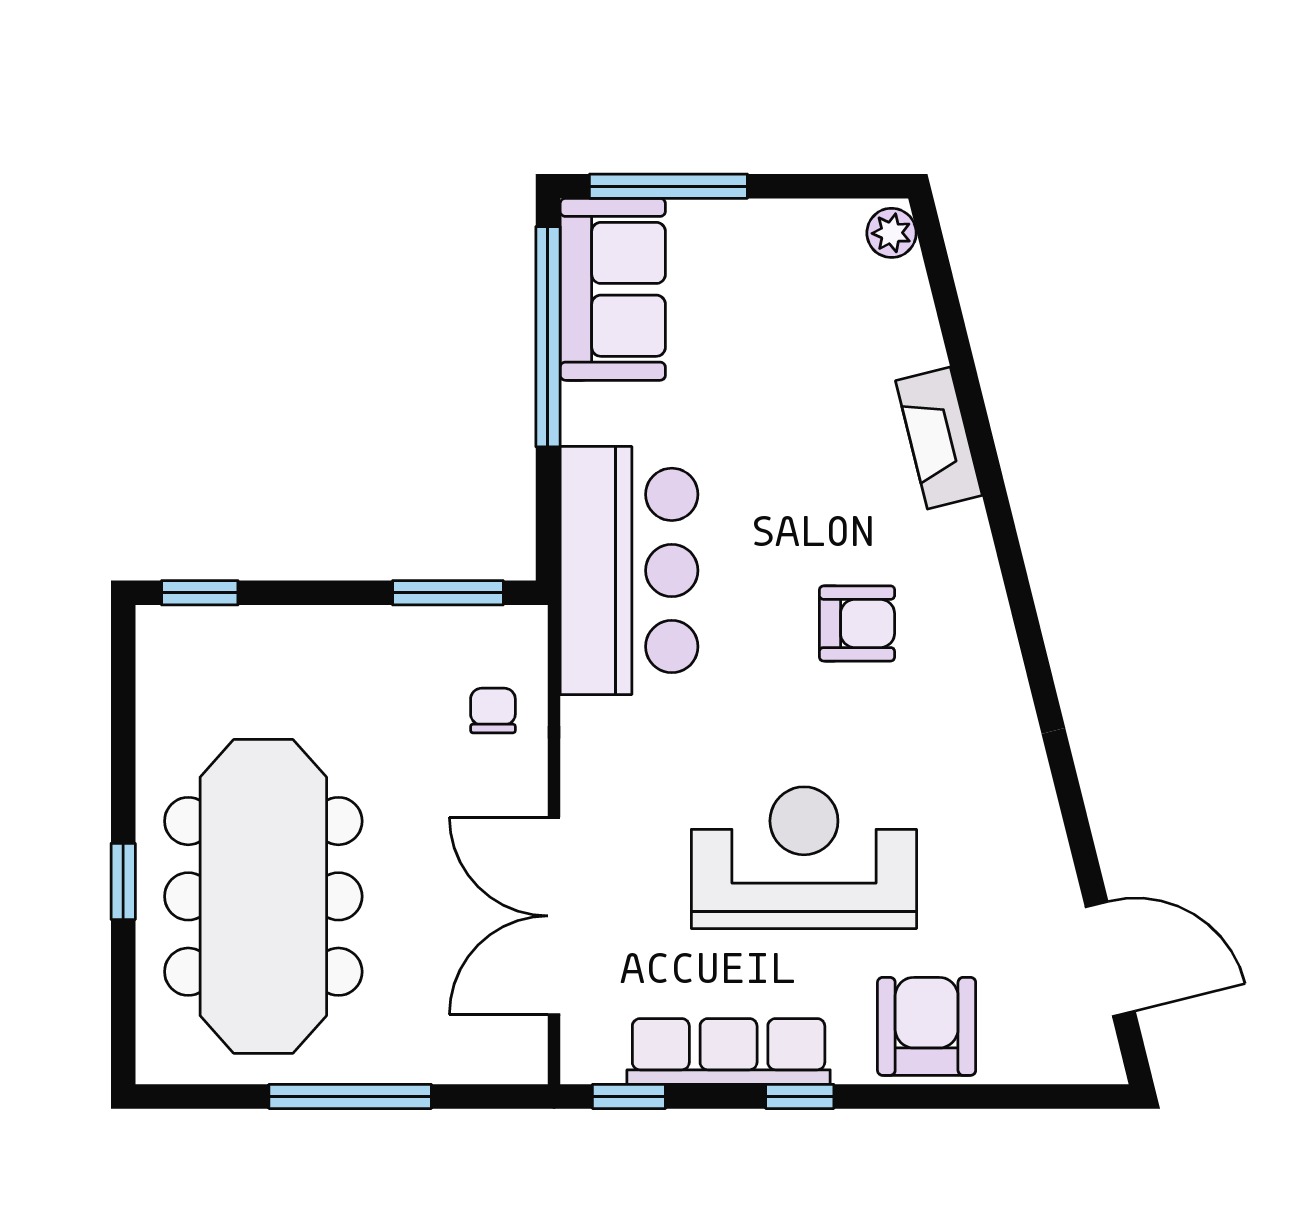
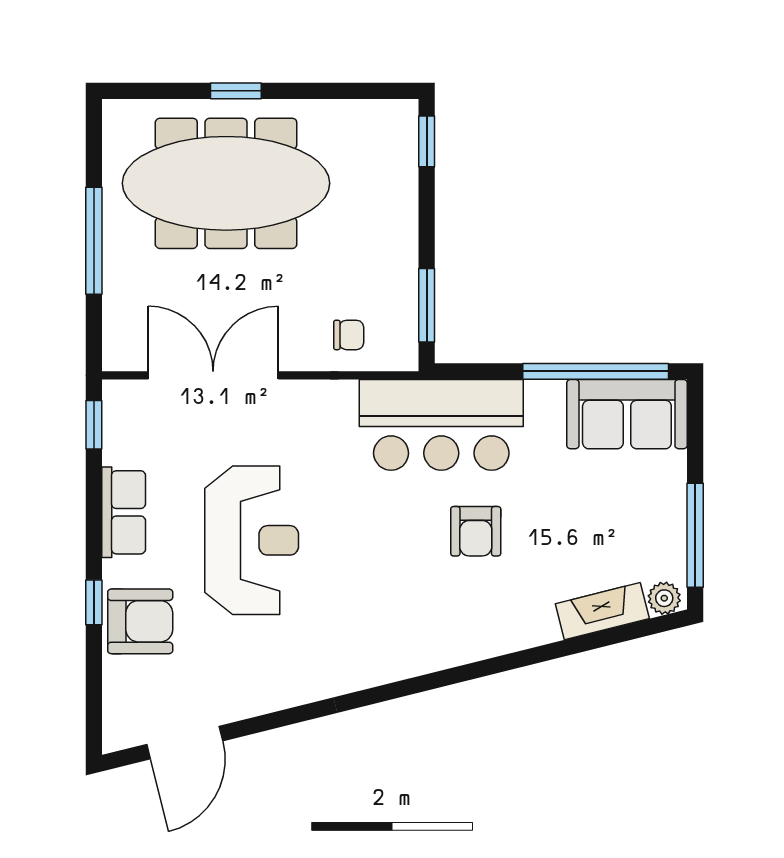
window: (668, 186) -> (695, 535), moved
fireplace: (939, 438) -> (602, 611), moved
armchair: (857, 623) -> (476, 531), moved
row of seats: (729, 1051) -> (124, 512), width x0.68
window: (800, 1096) -> (94, 602), moved

